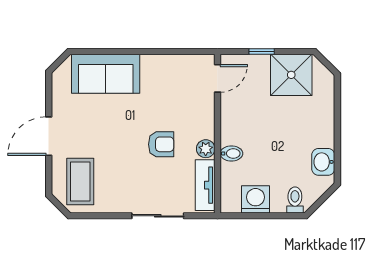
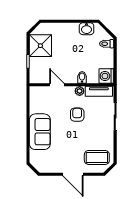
sofa: (106, 74) -> (40, 132), moved
door: (217, 78) -> (57, 85), moved
washing machine: (256, 199) -> (106, 76), moved

